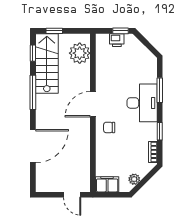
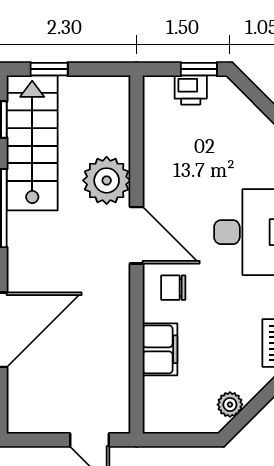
plant: (80, 53) -> (107, 180), moved
door: (93, 104) -> (136, 235), swing flipped
filing cabinet: (107, 184) -> (160, 349), moved, turned 90

